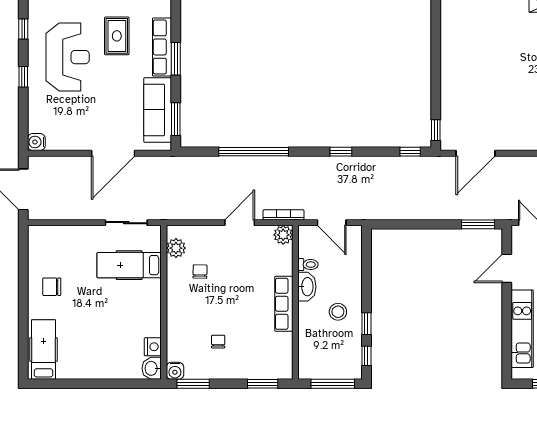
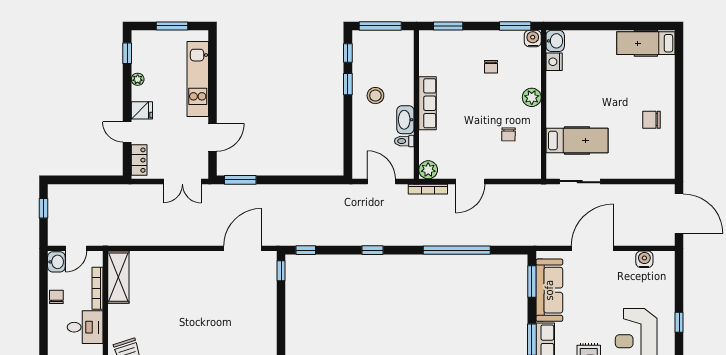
water cooler: (36, 142) -> (644, 259), moved, turned -90
plant: (176, 248) -> (532, 97), moved
chair: (52, 287) -> (652, 120), turned 180
hospital bed: (44, 350) -> (646, 43), moved, turned 90

